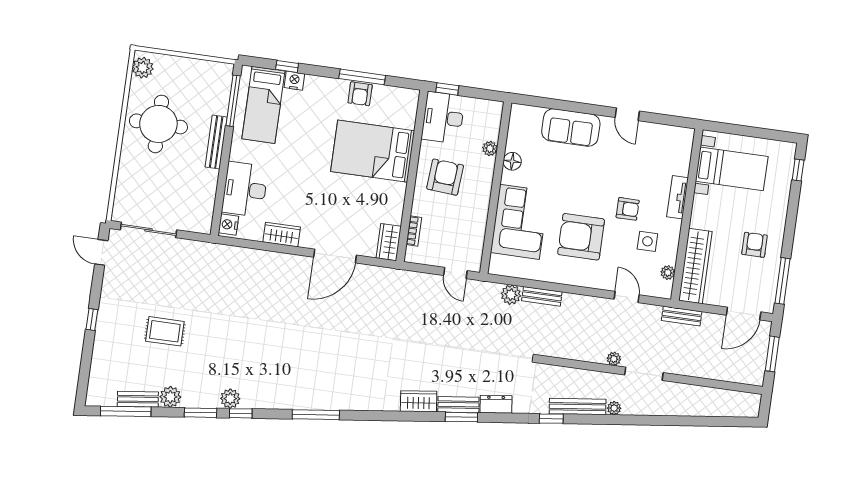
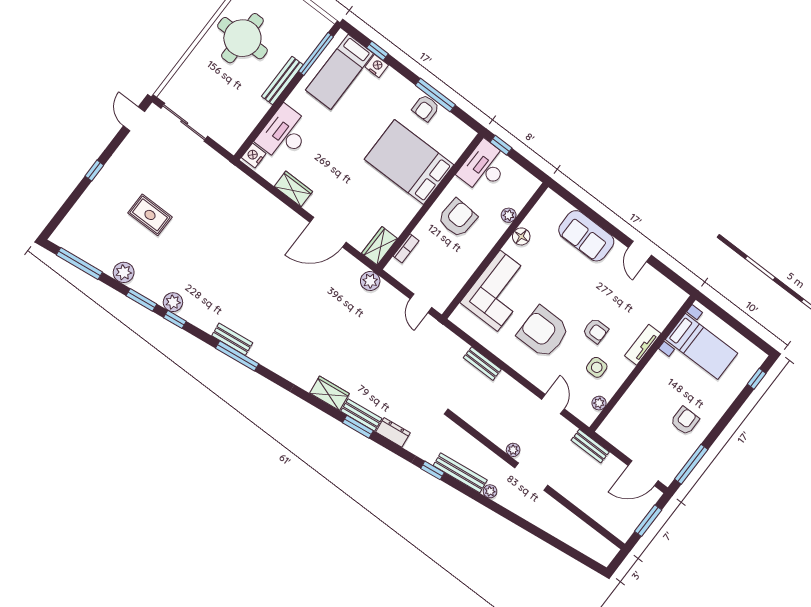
wardrobe: (695, 266) -> (625, 411), removed
plant: (511, 295) -> (370, 281), moved
bench: (138, 399) -> (232, 339), moved

